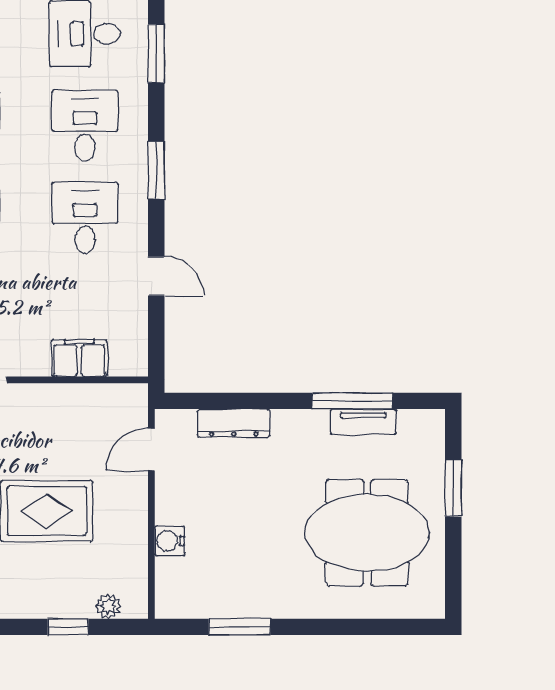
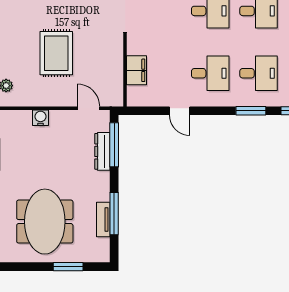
window: (156, 170) -> (251, 111), moved
door: (156, 276) -> (180, 111), hinge flipped
window: (221, 401) -> (114, 145), added

